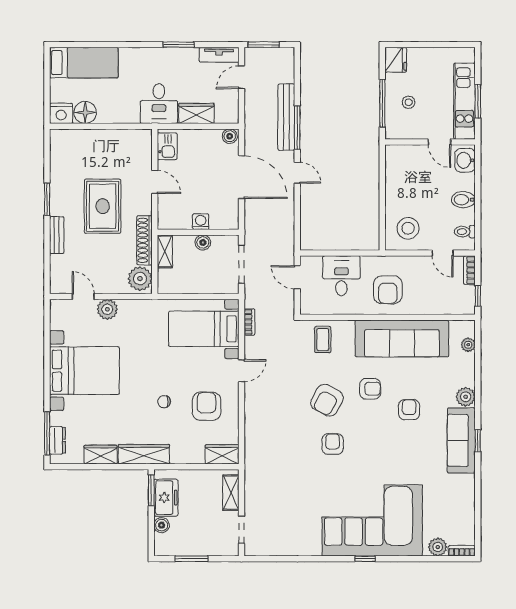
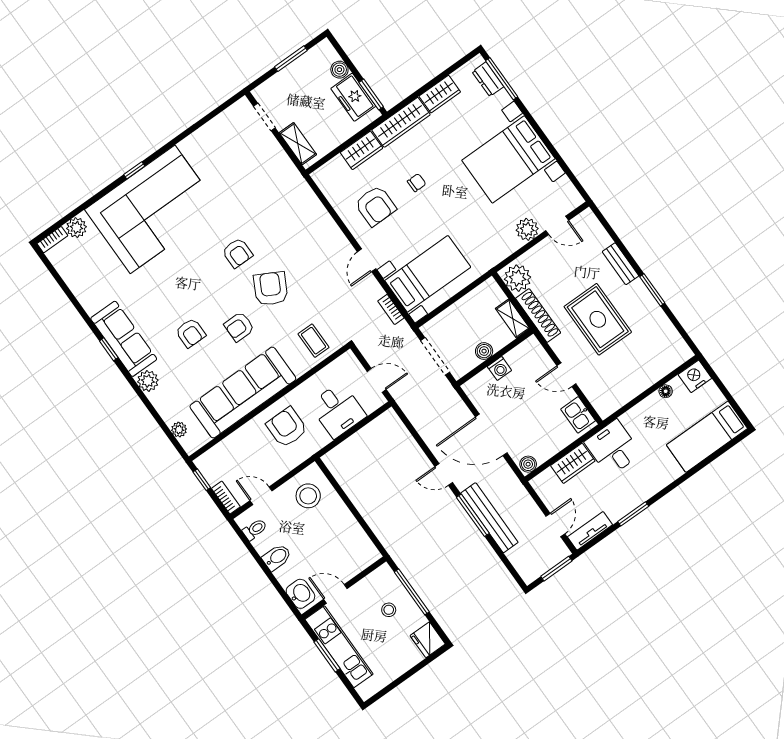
floor lamp: (85, 112) -> (666, 391), width x0.53, depth x0.53
wardrobe: (222, 454) -> (361, 150), moved

